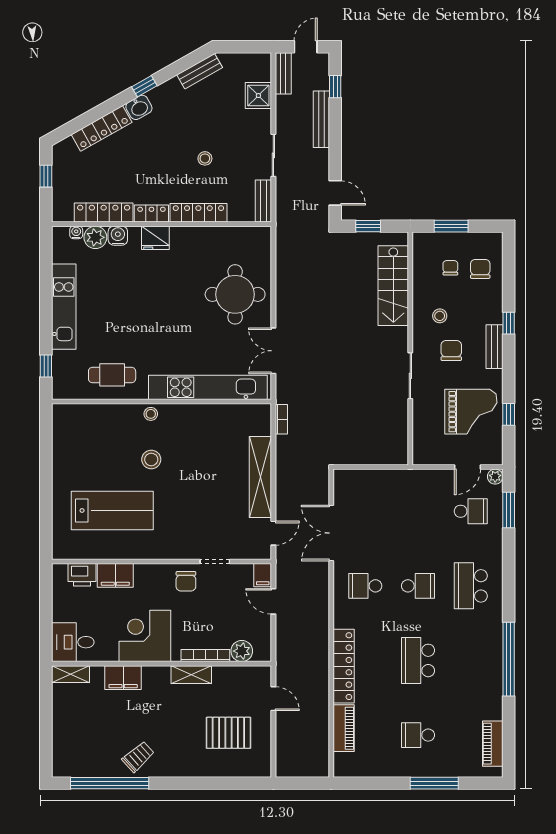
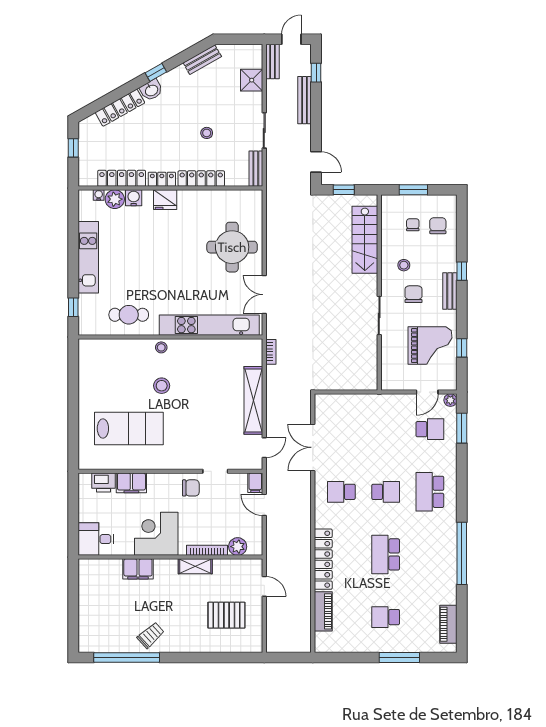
chair: (186, 581) -> (191, 488), turned -90
shelving: (71, 674) -> (94, 566), removed

